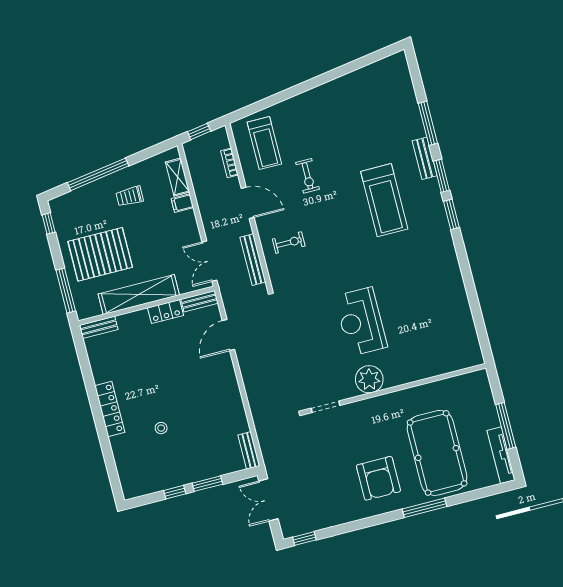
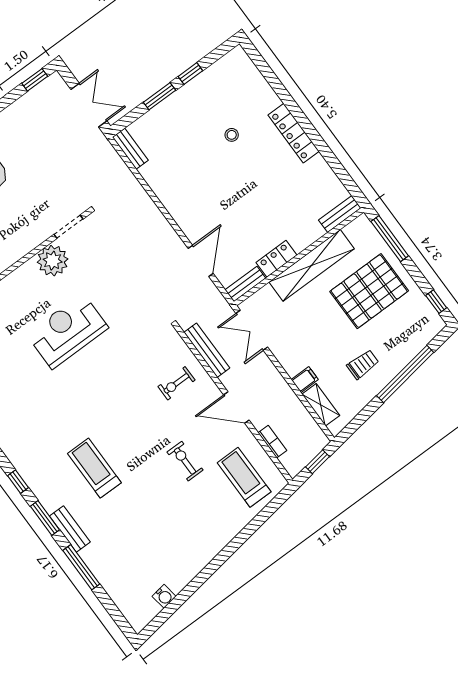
water cooler: (370, 72) -> (164, 596), added
treadmill: (384, 200) -> (94, 468), width x0.73, depth x0.73
window: (451, 214) -> (18, 482), width x0.67
double door: (209, 261) -> (252, 330), swing flipped
reception desk: (361, 322) -> (67, 331), turned -90
plant: (369, 379) -> (53, 261), moved

